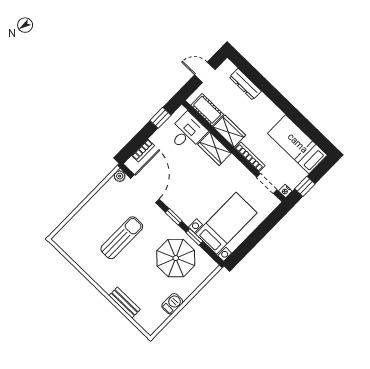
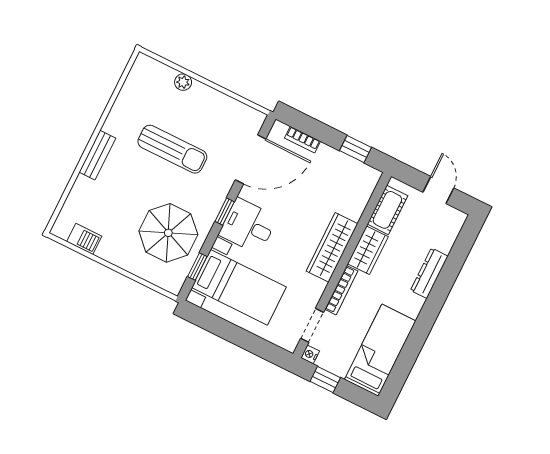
dresser: (245, 84) -> (429, 273), moved
desk: (187, 132) -> (248, 226), moved, turned 180
wardrobe: (214, 149) -> (332, 247), width x1.50
plant: (120, 176) -> (183, 82), moved
window: (194, 237) -> (197, 267), moved
bench: (125, 303) -> (97, 155), moved
barbecue: (172, 304) -> (84, 239), moved

